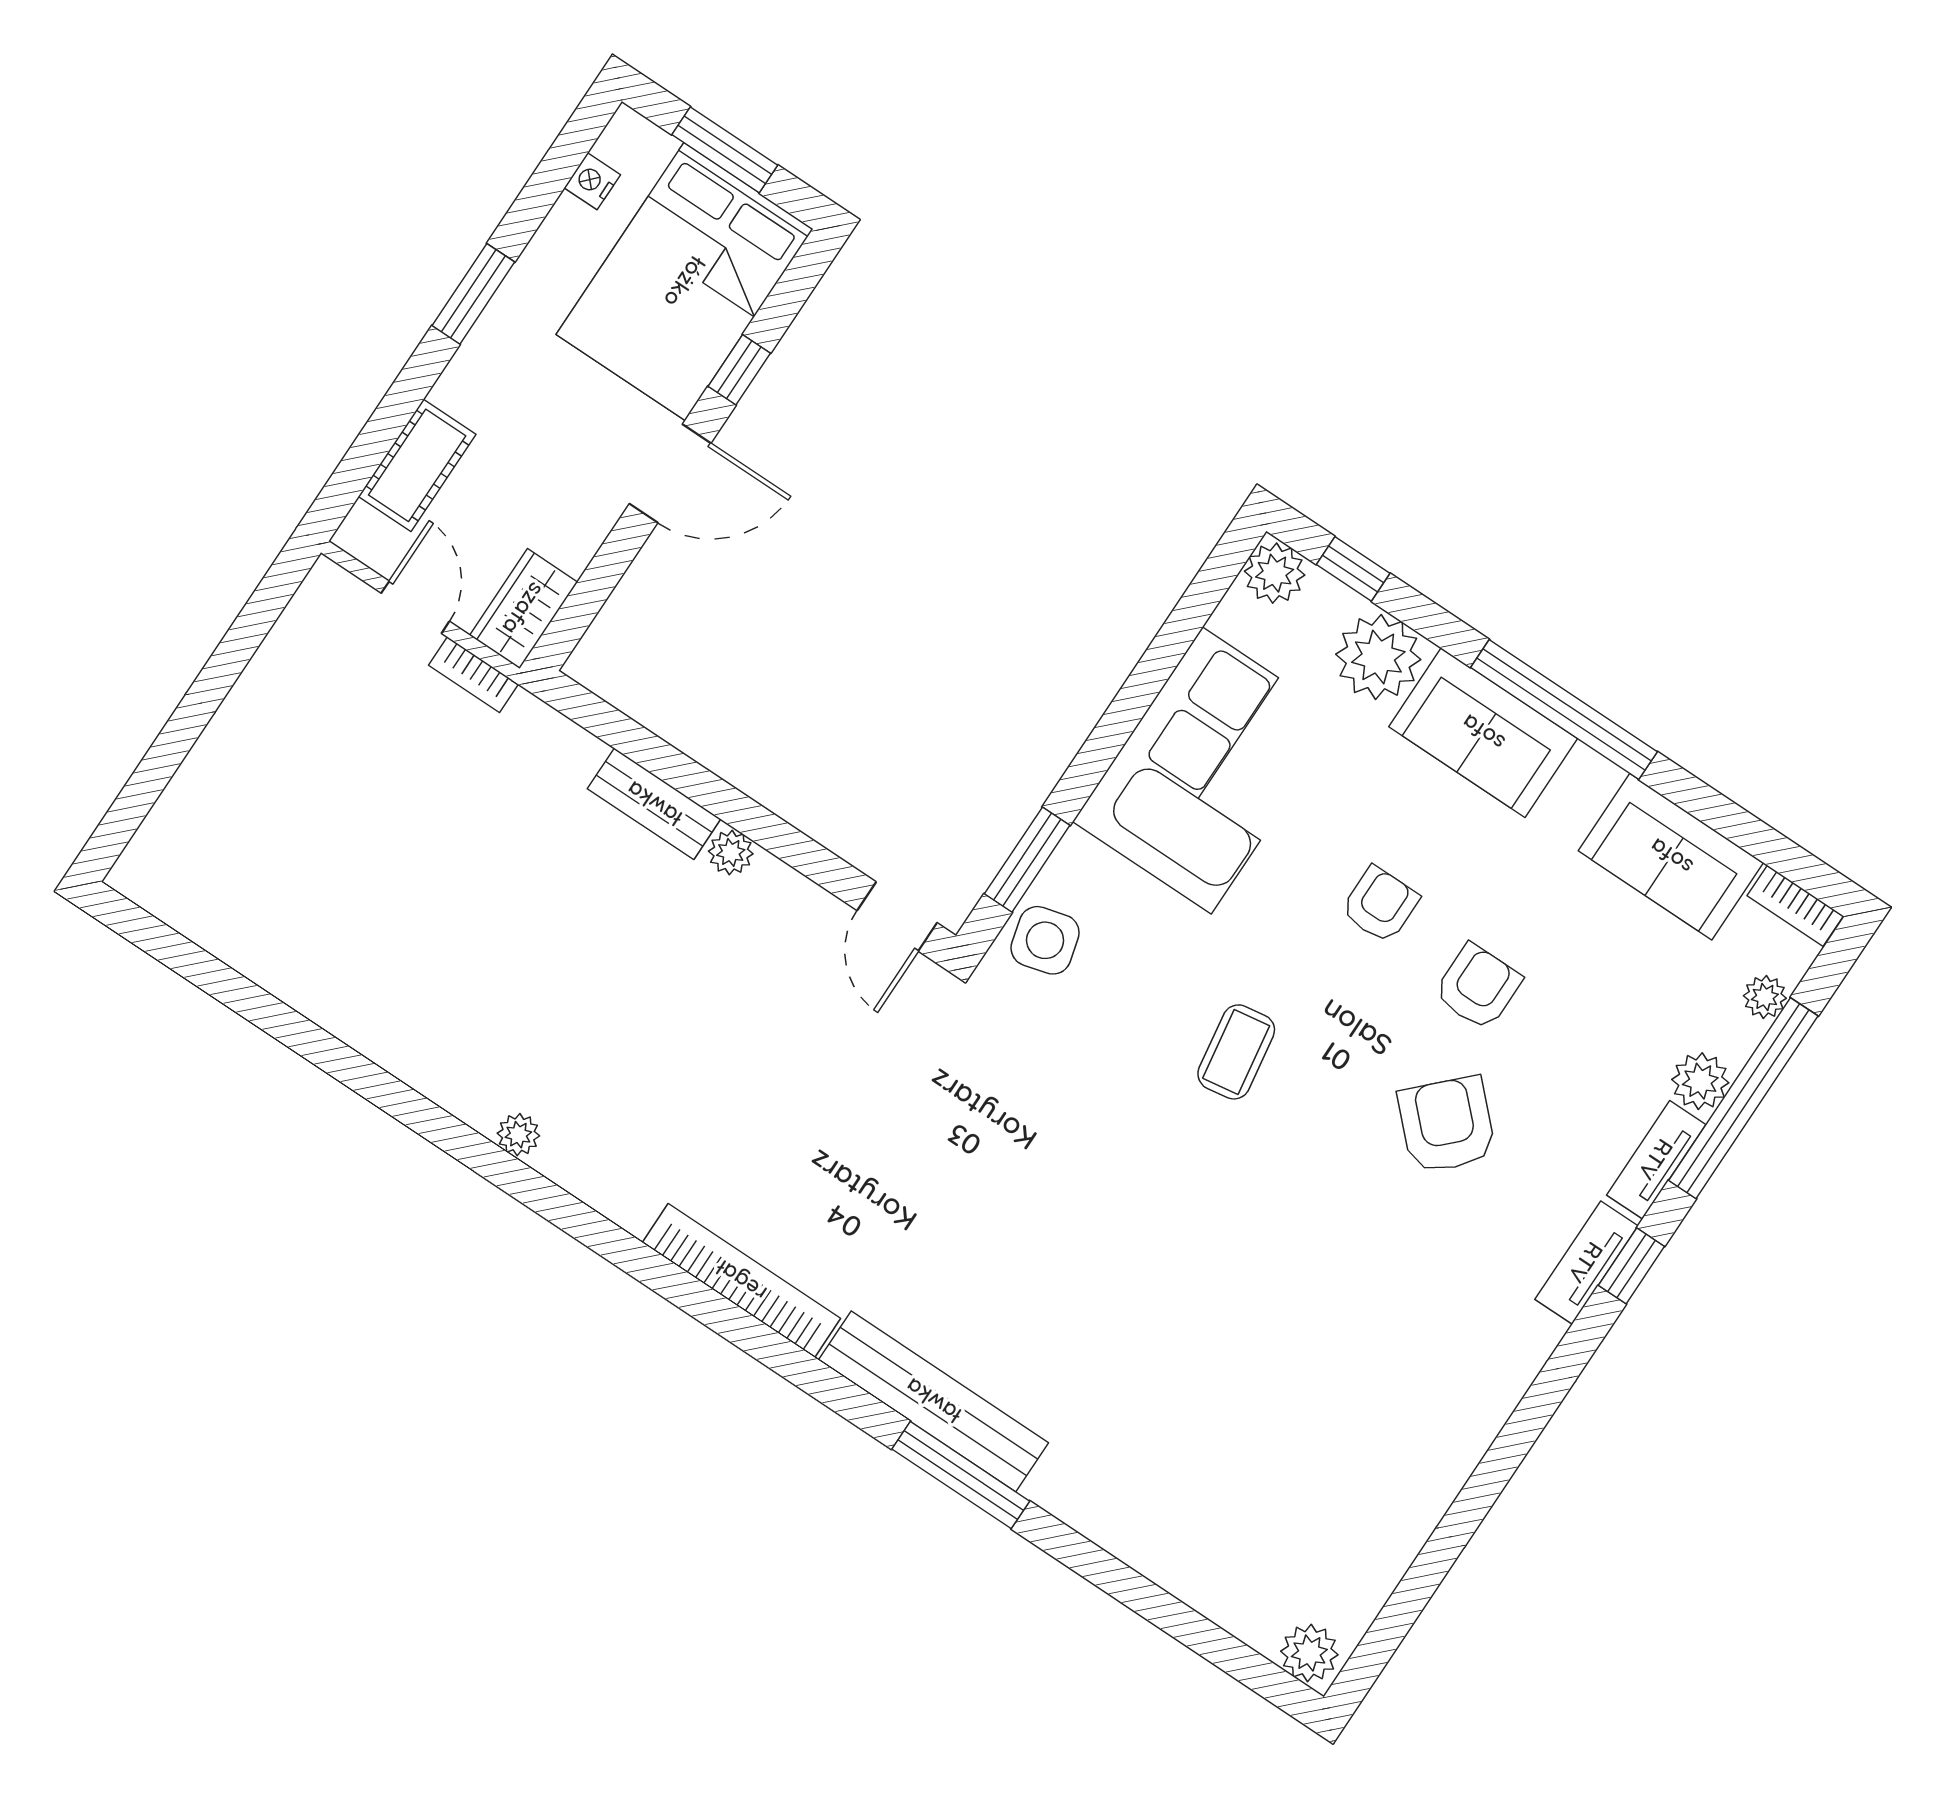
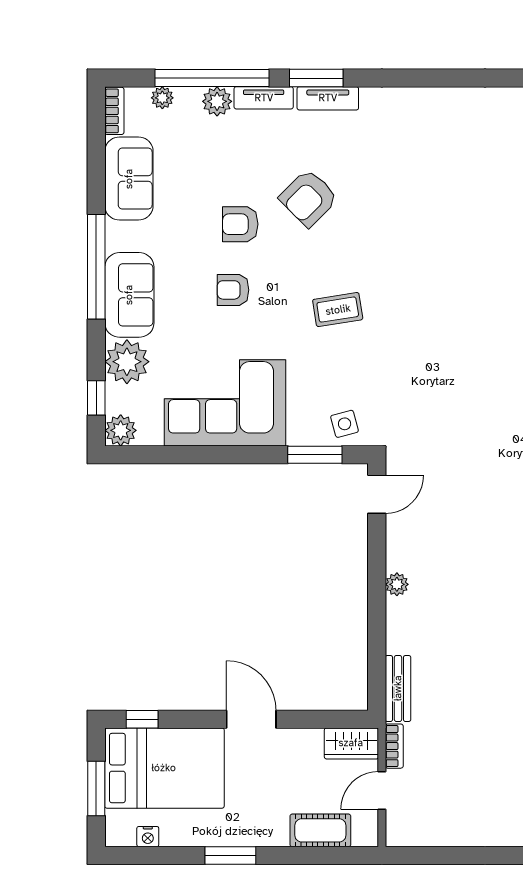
window: (739, 370) -> (142, 719), moved
bench: (654, 804) -> (398, 688), moved
side table: (1045, 940) -> (345, 424), width x0.73, depth x0.73
window: (1631, 1266) -> (316, 78), width x1.50

